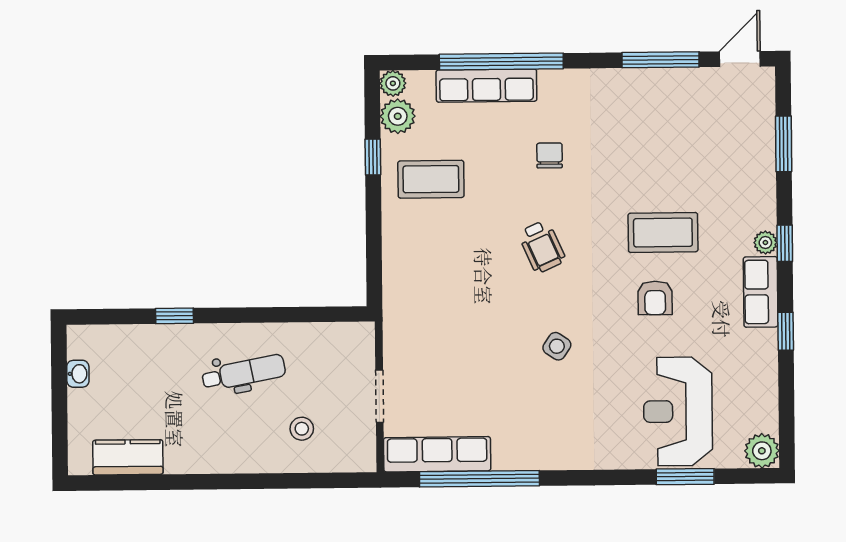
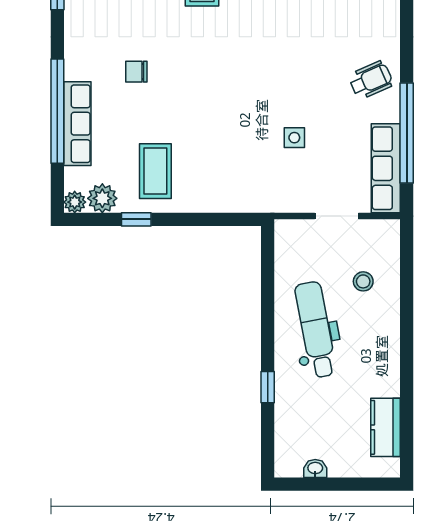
wheelchair: (542, 247) -> (371, 80), moved
side table: (557, 346) -> (294, 138), moved, turned -34
dental chair: (244, 373) -> (316, 330), width x1.36, depth x1.38

